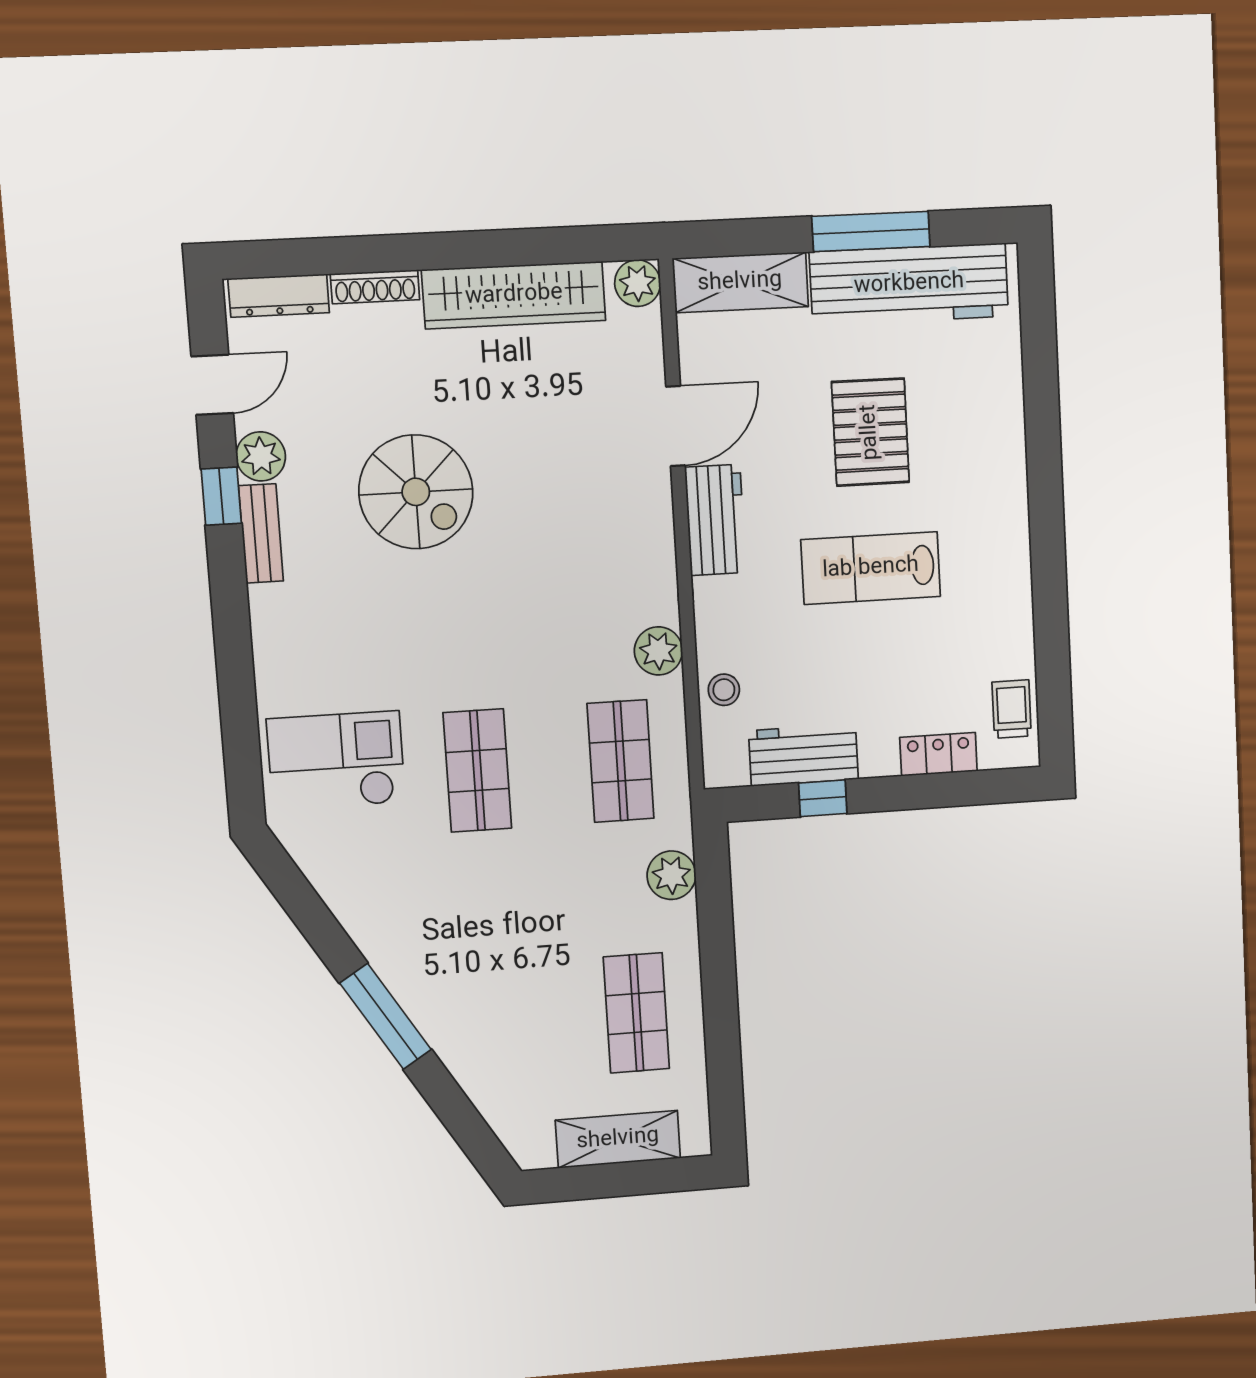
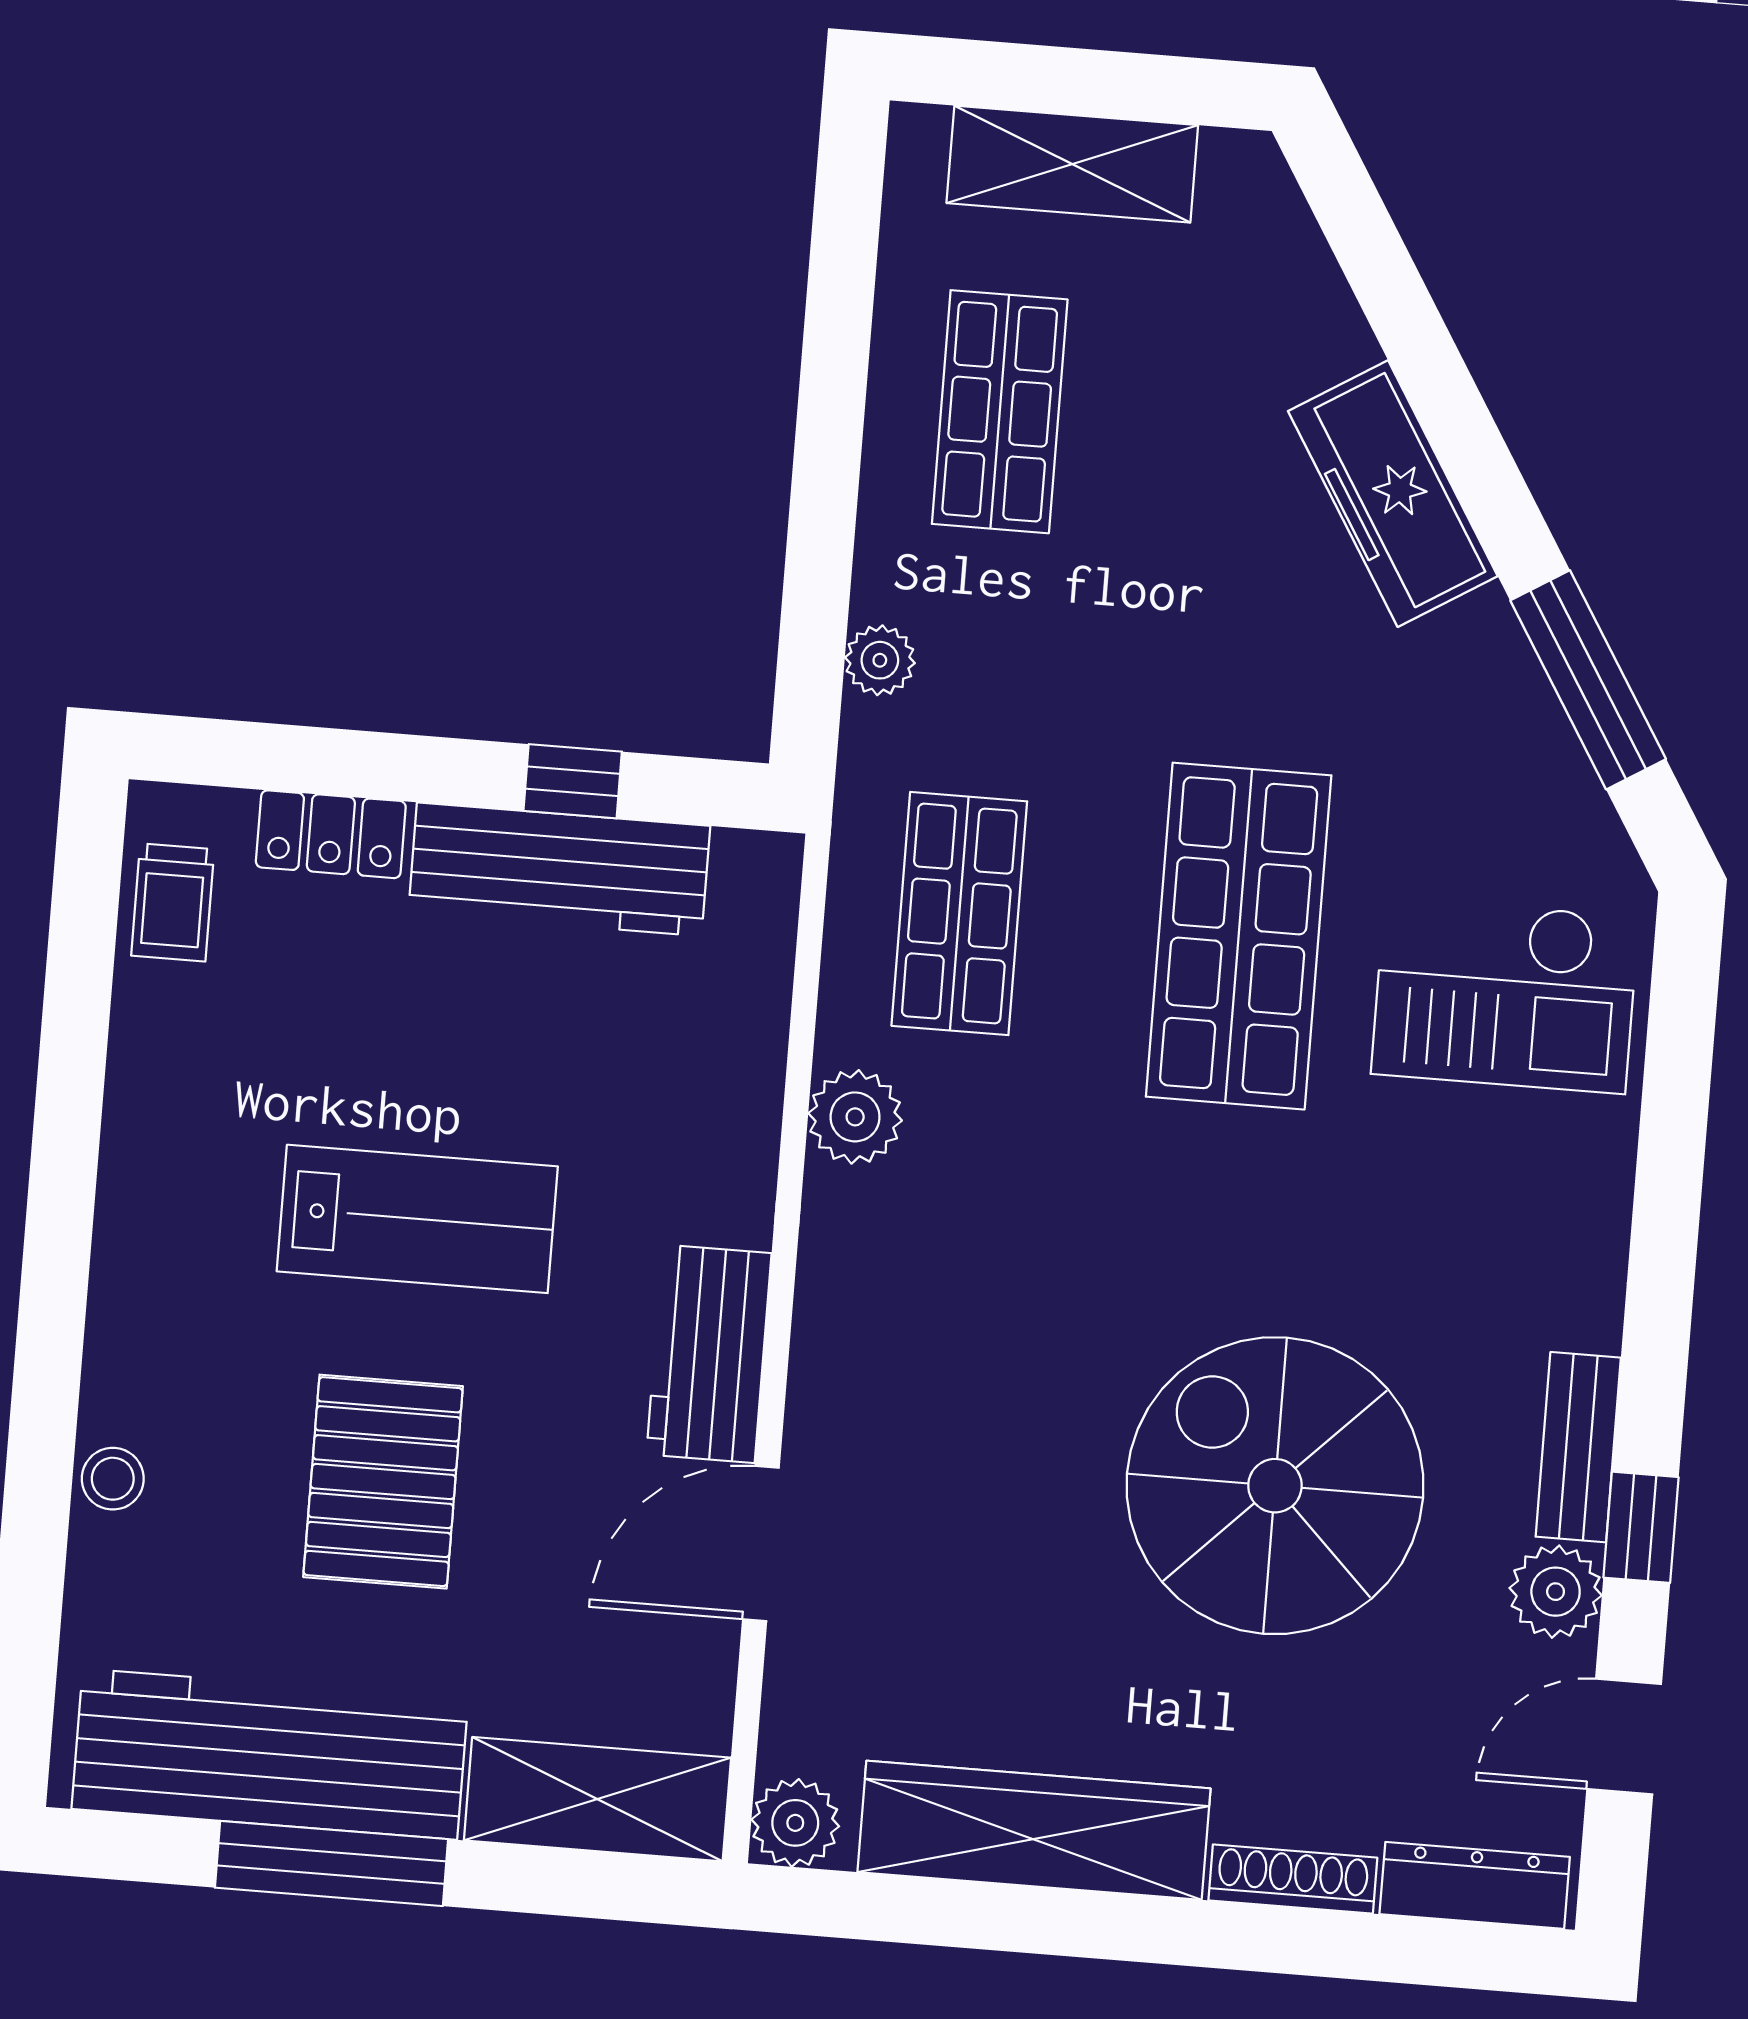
spiral stairs: (416, 492) -> (1275, 1486), width x1.37, depth x1.37
stool: (724, 690) -> (113, 1479), moved
workbench: (803, 755) -> (559, 869), width x1.38
shop shelf: (477, 771) -> (1239, 936), width x1.43, depth x1.36
plant: (671, 875) -> (880, 660), width x0.73, depth x0.73
freezer: (433, 1003) -> (1393, 494), added
window: (386, 1016) -> (1588, 680), moved

